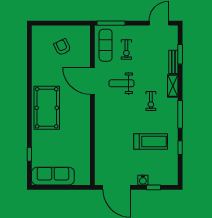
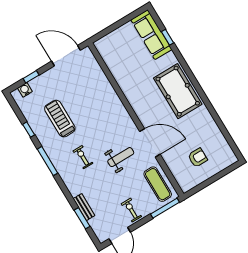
armchair: (62, 47) -> (198, 158), turned -64
exercise bike: (126, 50) -> (131, 210), moved
shelving: (173, 86) -> (71, 184), removed
treadmill: (151, 142) -> (60, 119), turned 90
sofa: (53, 176) -> (151, 35), moved, turned 90
water cooler: (143, 180) -> (25, 90), moved

